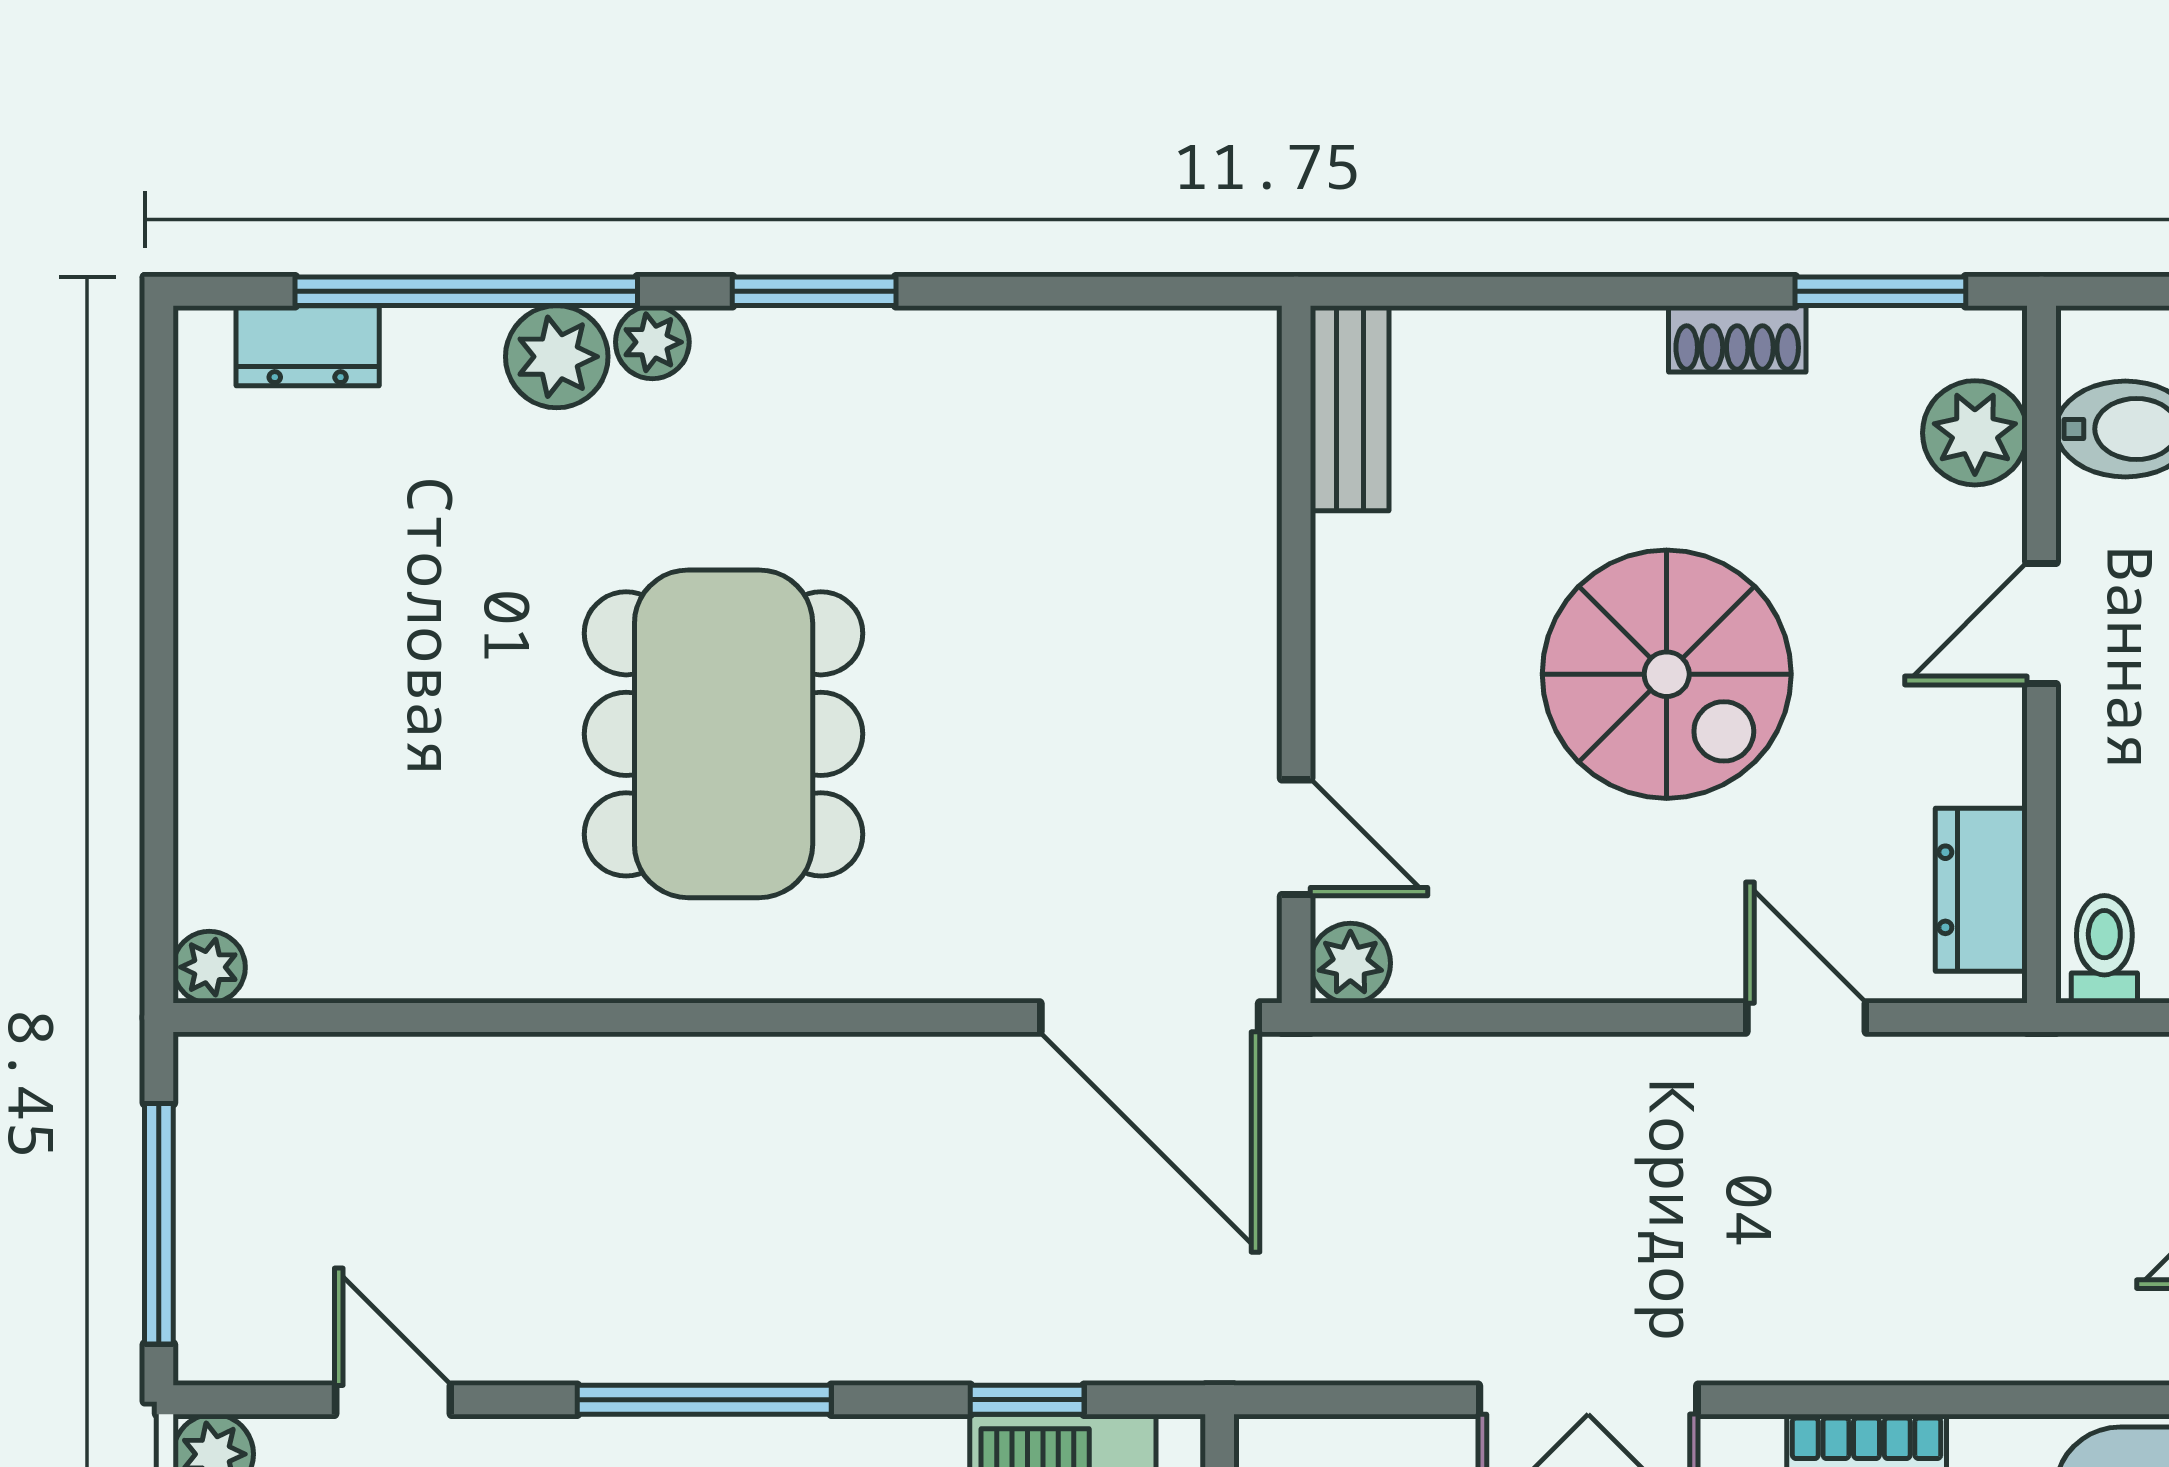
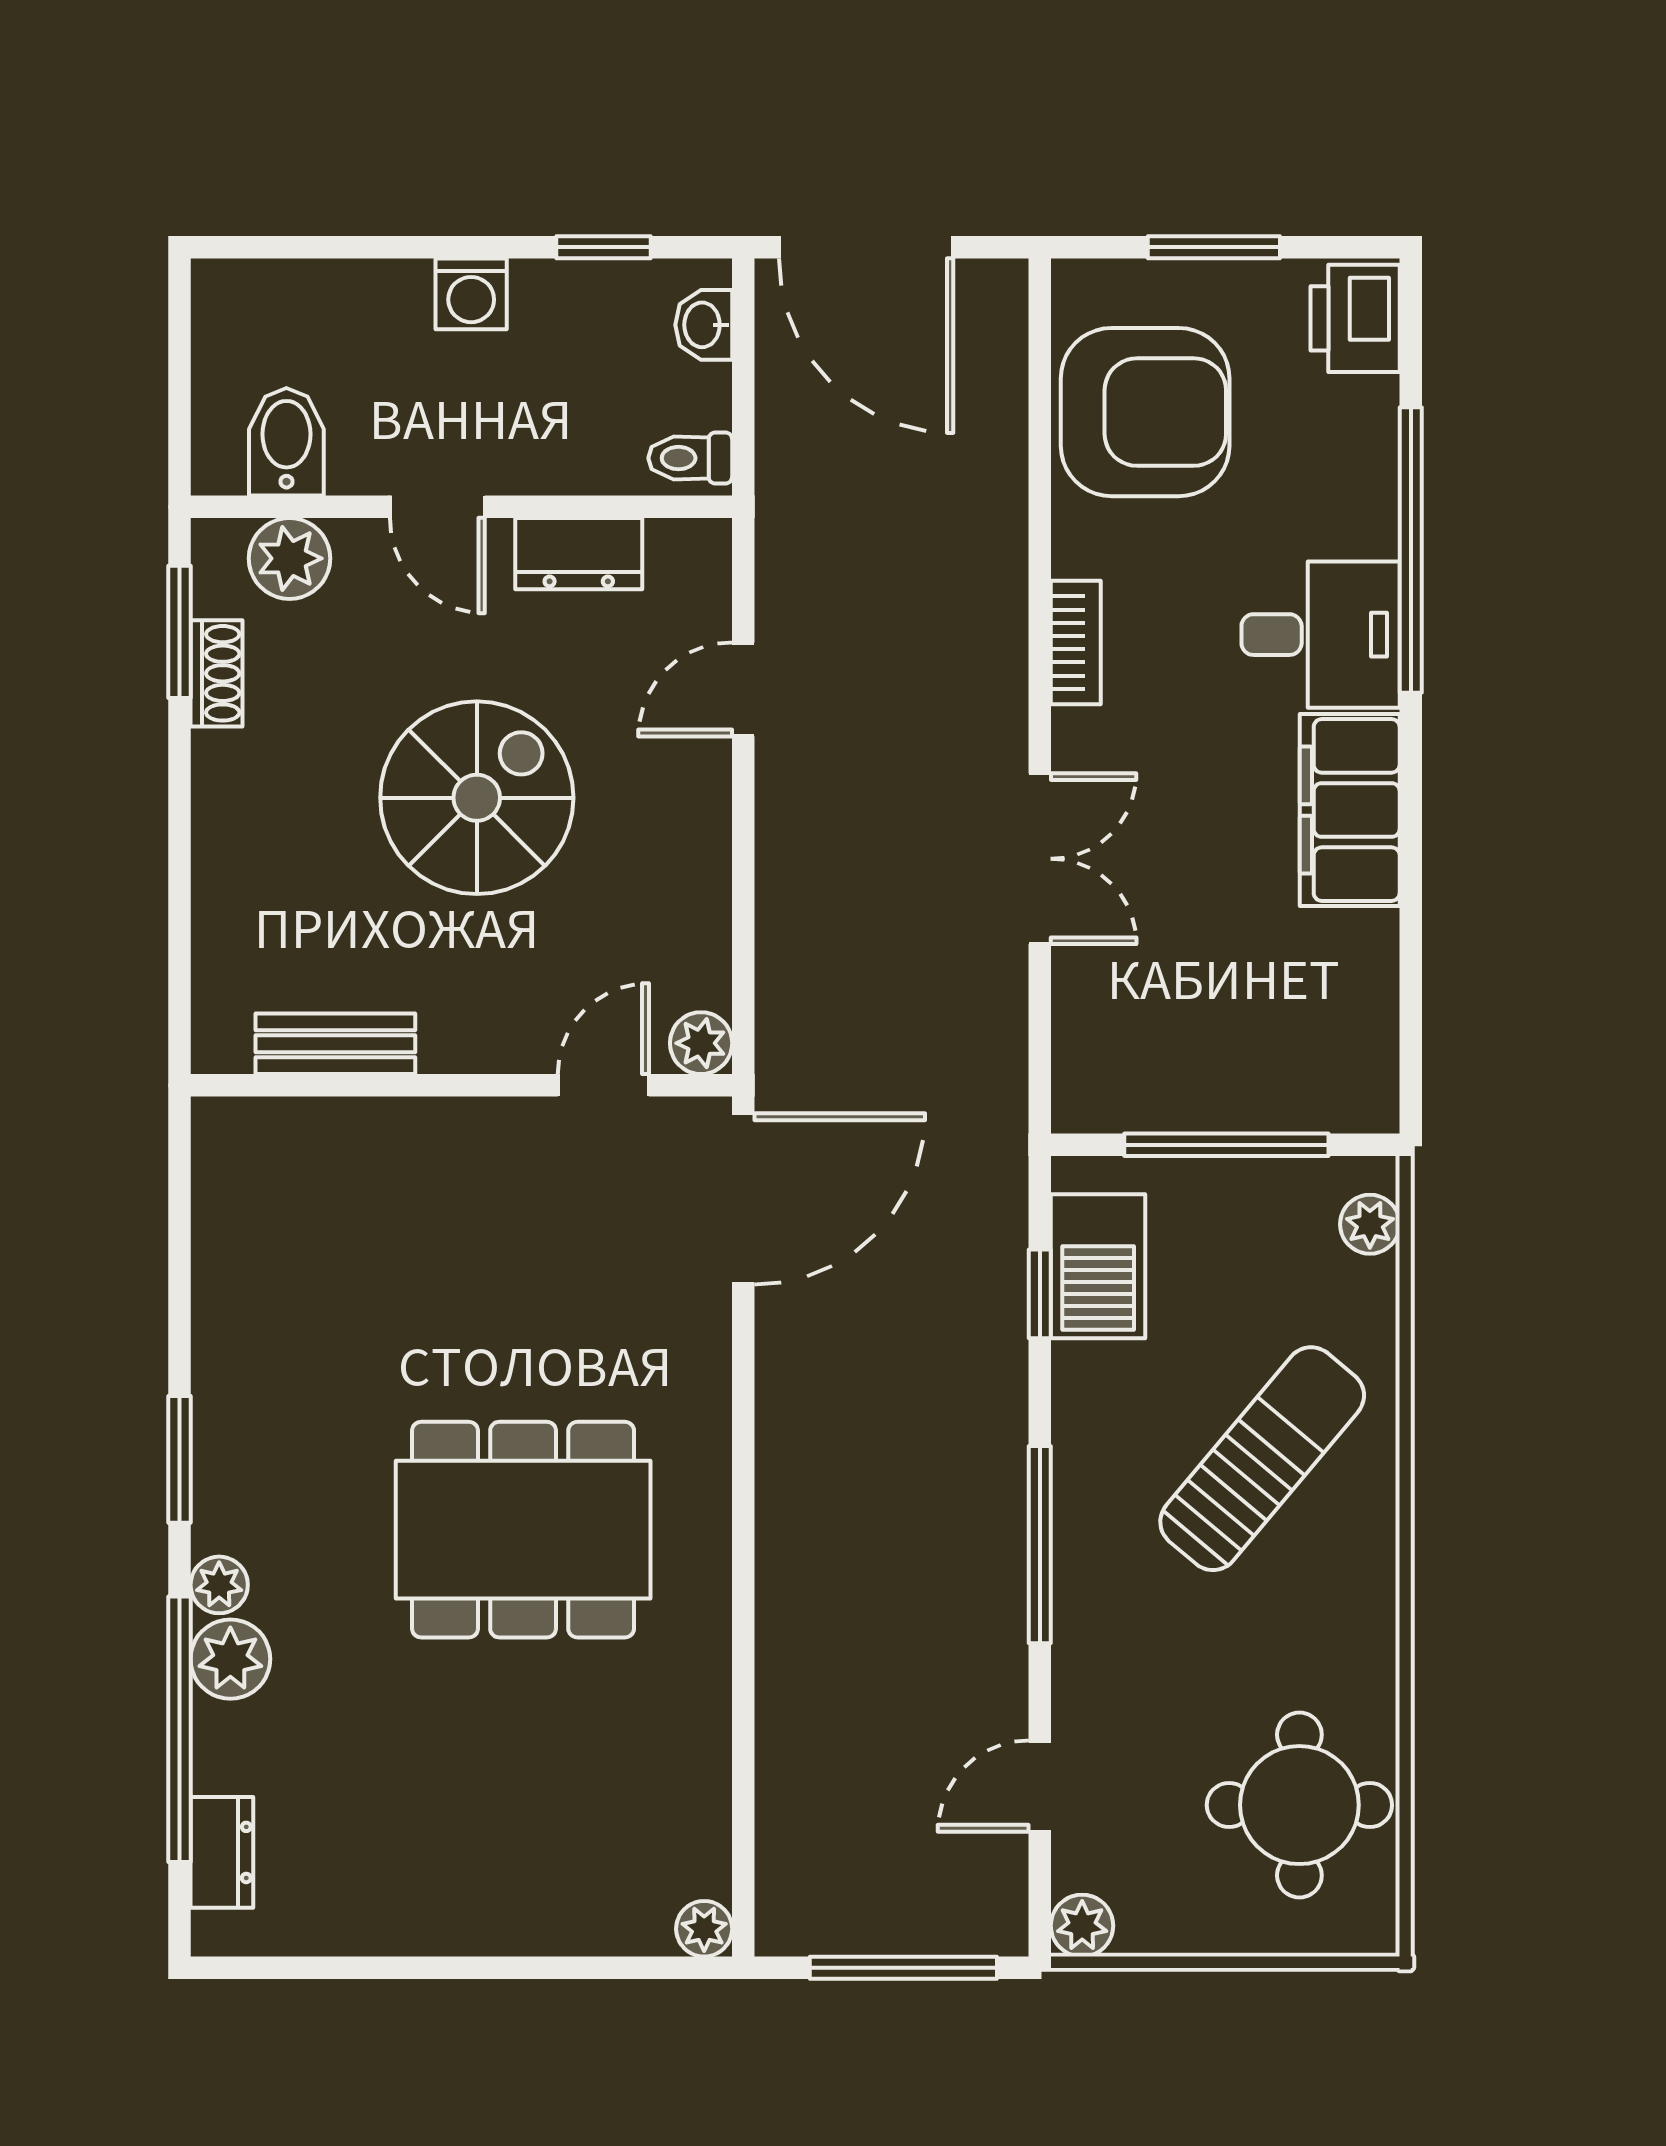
shoe rack: (1737, 339) -> (217, 673), moved
bench: (1350, 408) -> (335, 1044), moved
dresser: (1981, 890) -> (579, 554), moved

